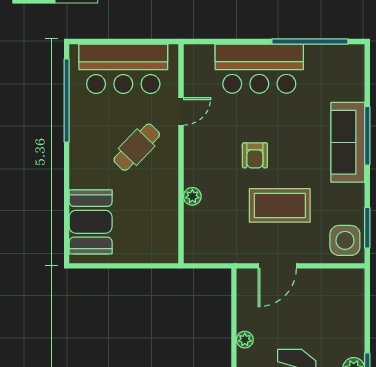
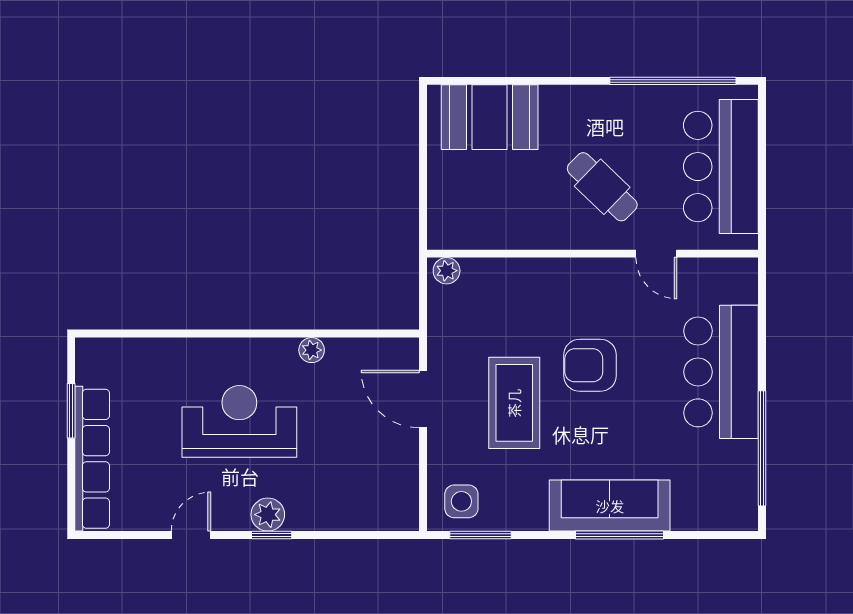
armchair: (255, 155) -> (590, 365), width x1.38, depth x1.38
plant: (192, 196) -> (447, 271), moved
side table: (345, 240) -> (461, 501), width x0.73, depth x0.73

